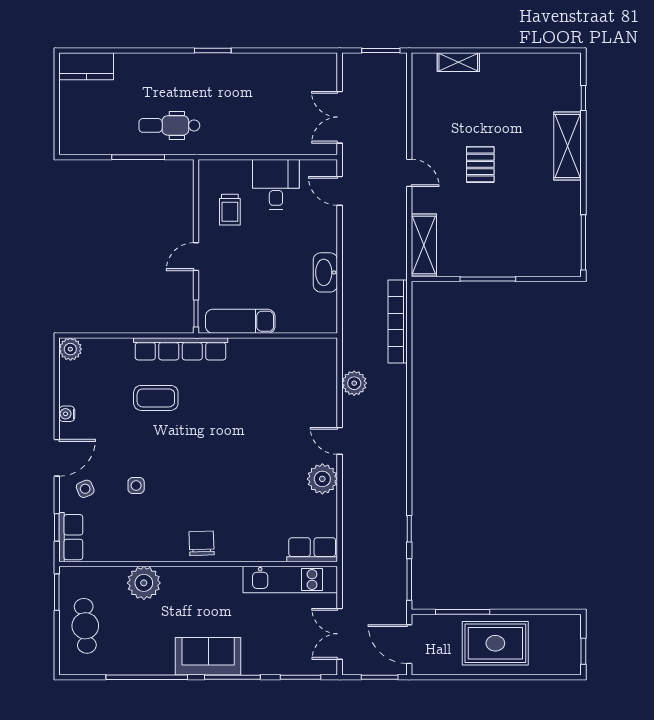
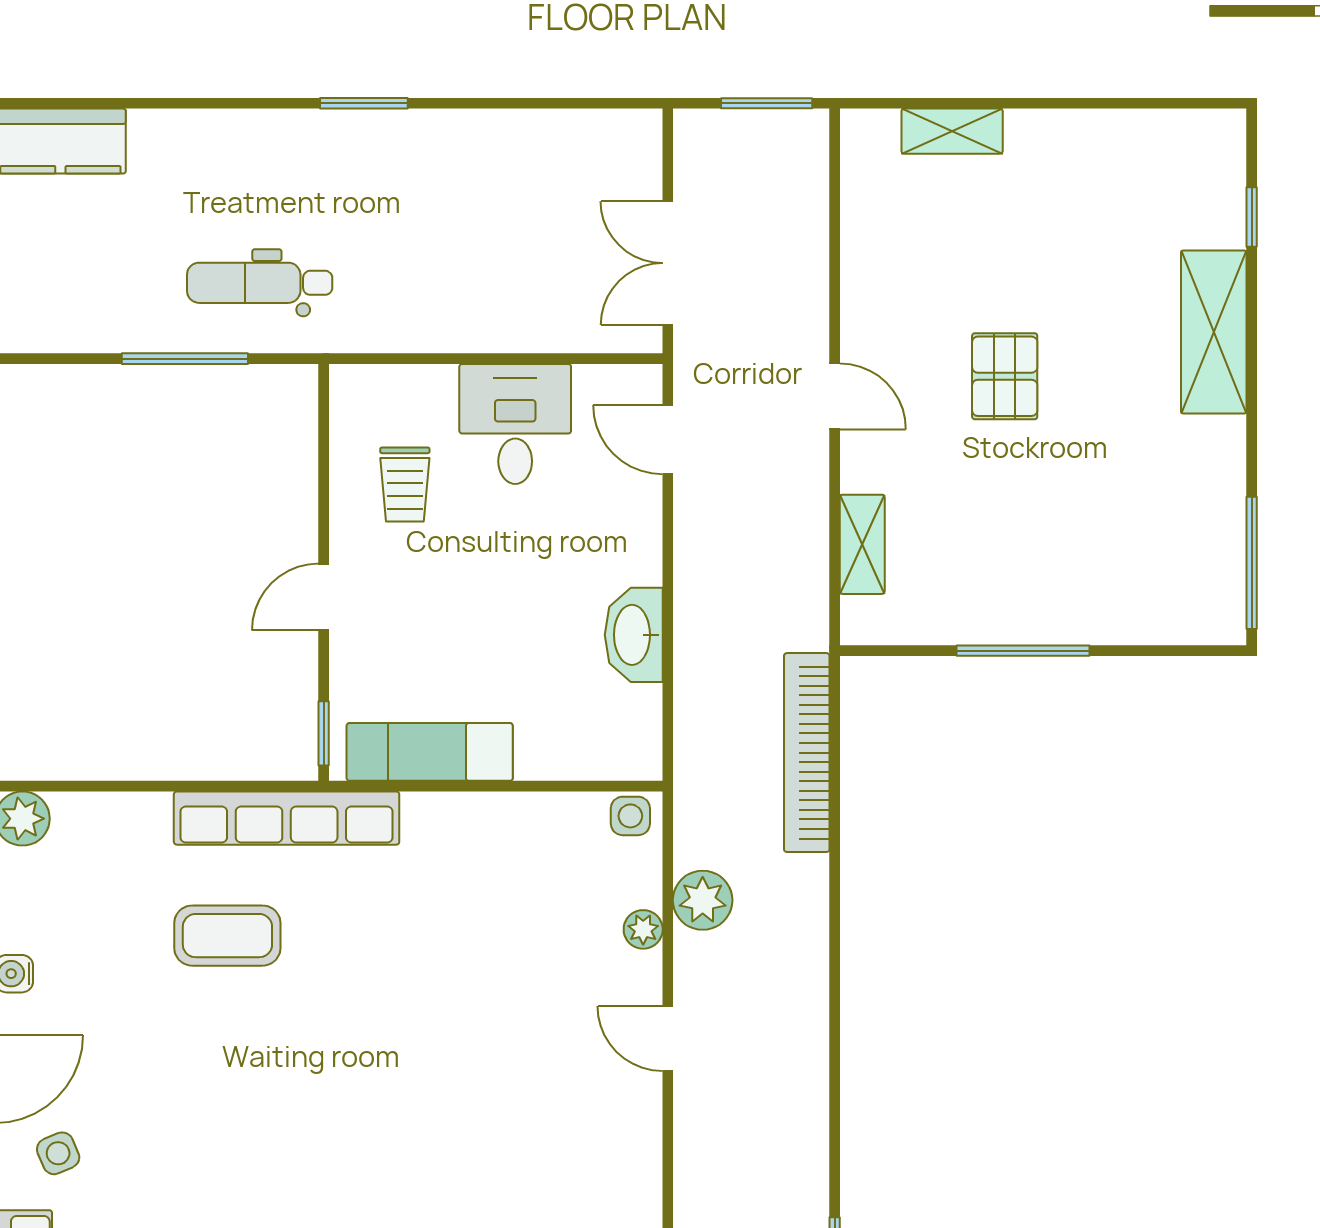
shelving: (424, 245) -> (862, 544), width x0.67, depth x0.75
plant: (322, 479) -> (643, 929), moved, width x0.53, depth x0.53
side table: (136, 486) -> (630, 816), moved

